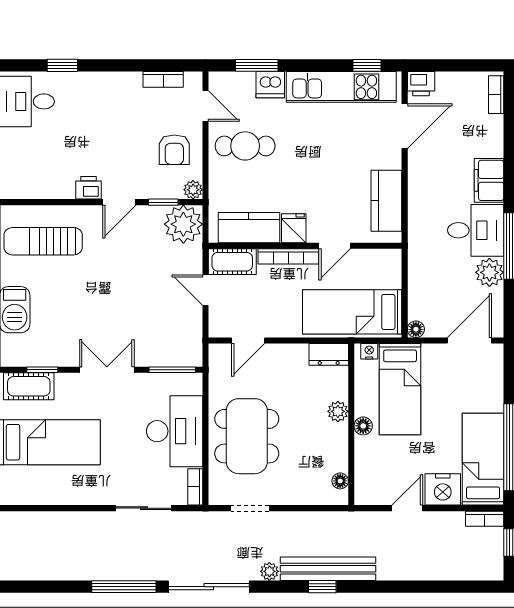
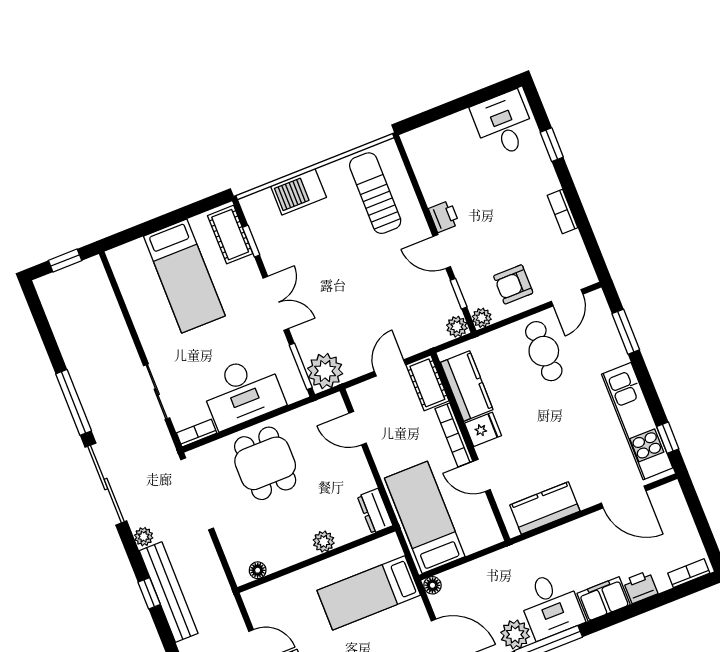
bookcase: (163, 79) -> (563, 212), moved
printer: (421, 84) -> (640, 587), moved, turned 90
dishwasher: (270, 85) -> (612, 352), removed
plant: (183, 224) -> (457, 327), width x0.53, depth x0.53
plant: (185, 349) -> (325, 371), added
nightstand: (369, 351) -> (393, 549), removed
floor lamp: (363, 426) -> (319, 571), removed
dining table: (247, 436) -> (265, 463), width x0.73
doorway: (250, 508) -> (197, 494), width x1.88

